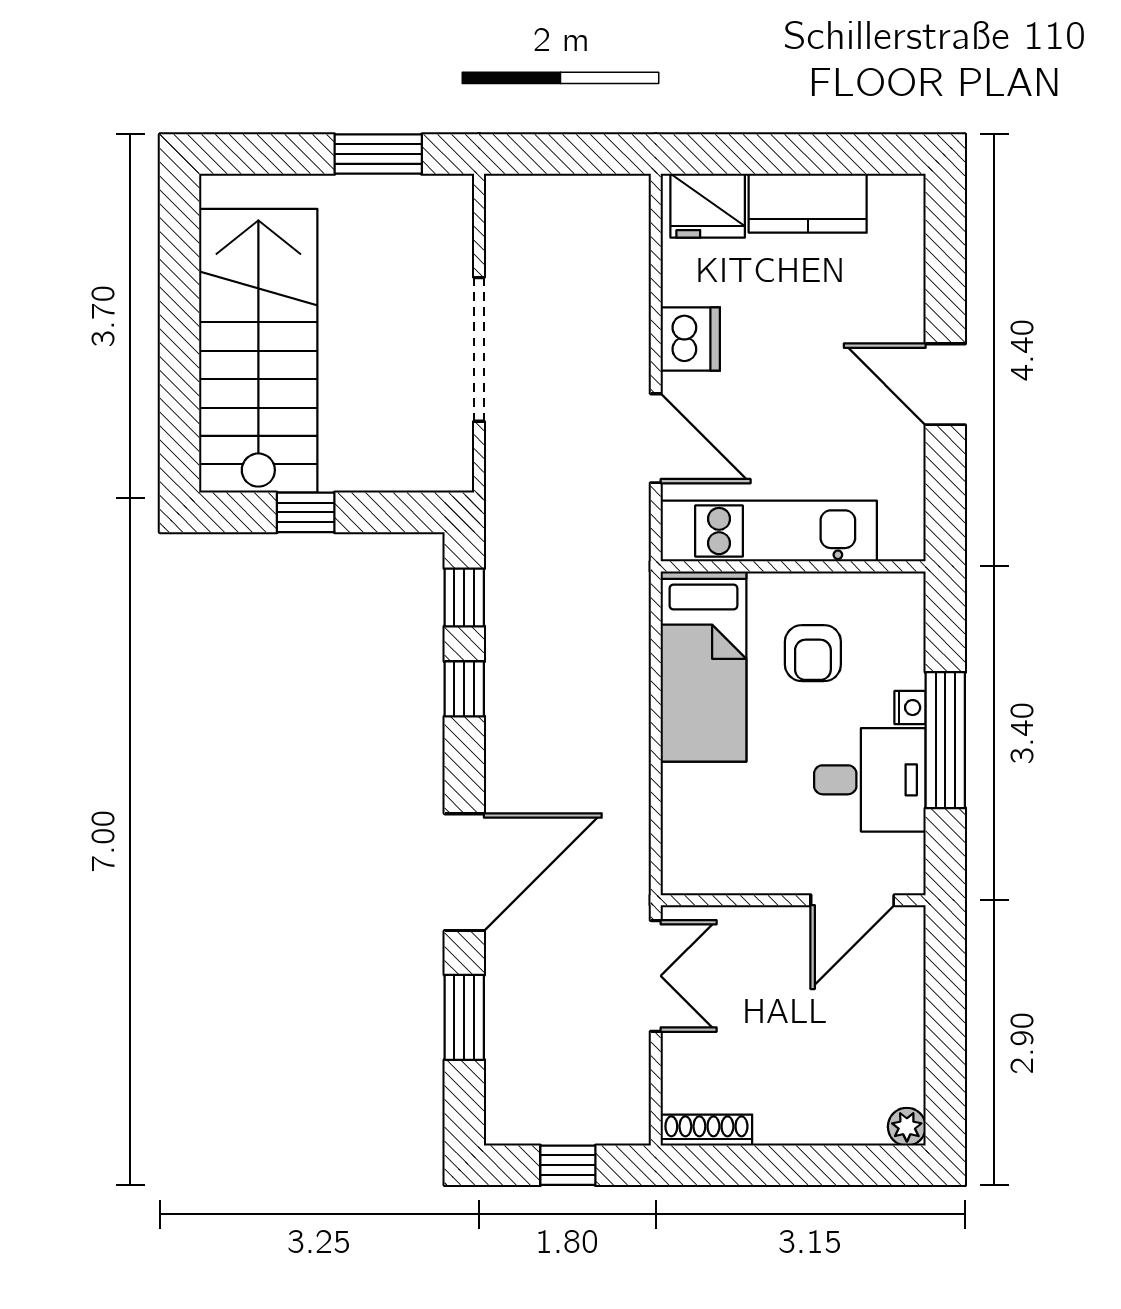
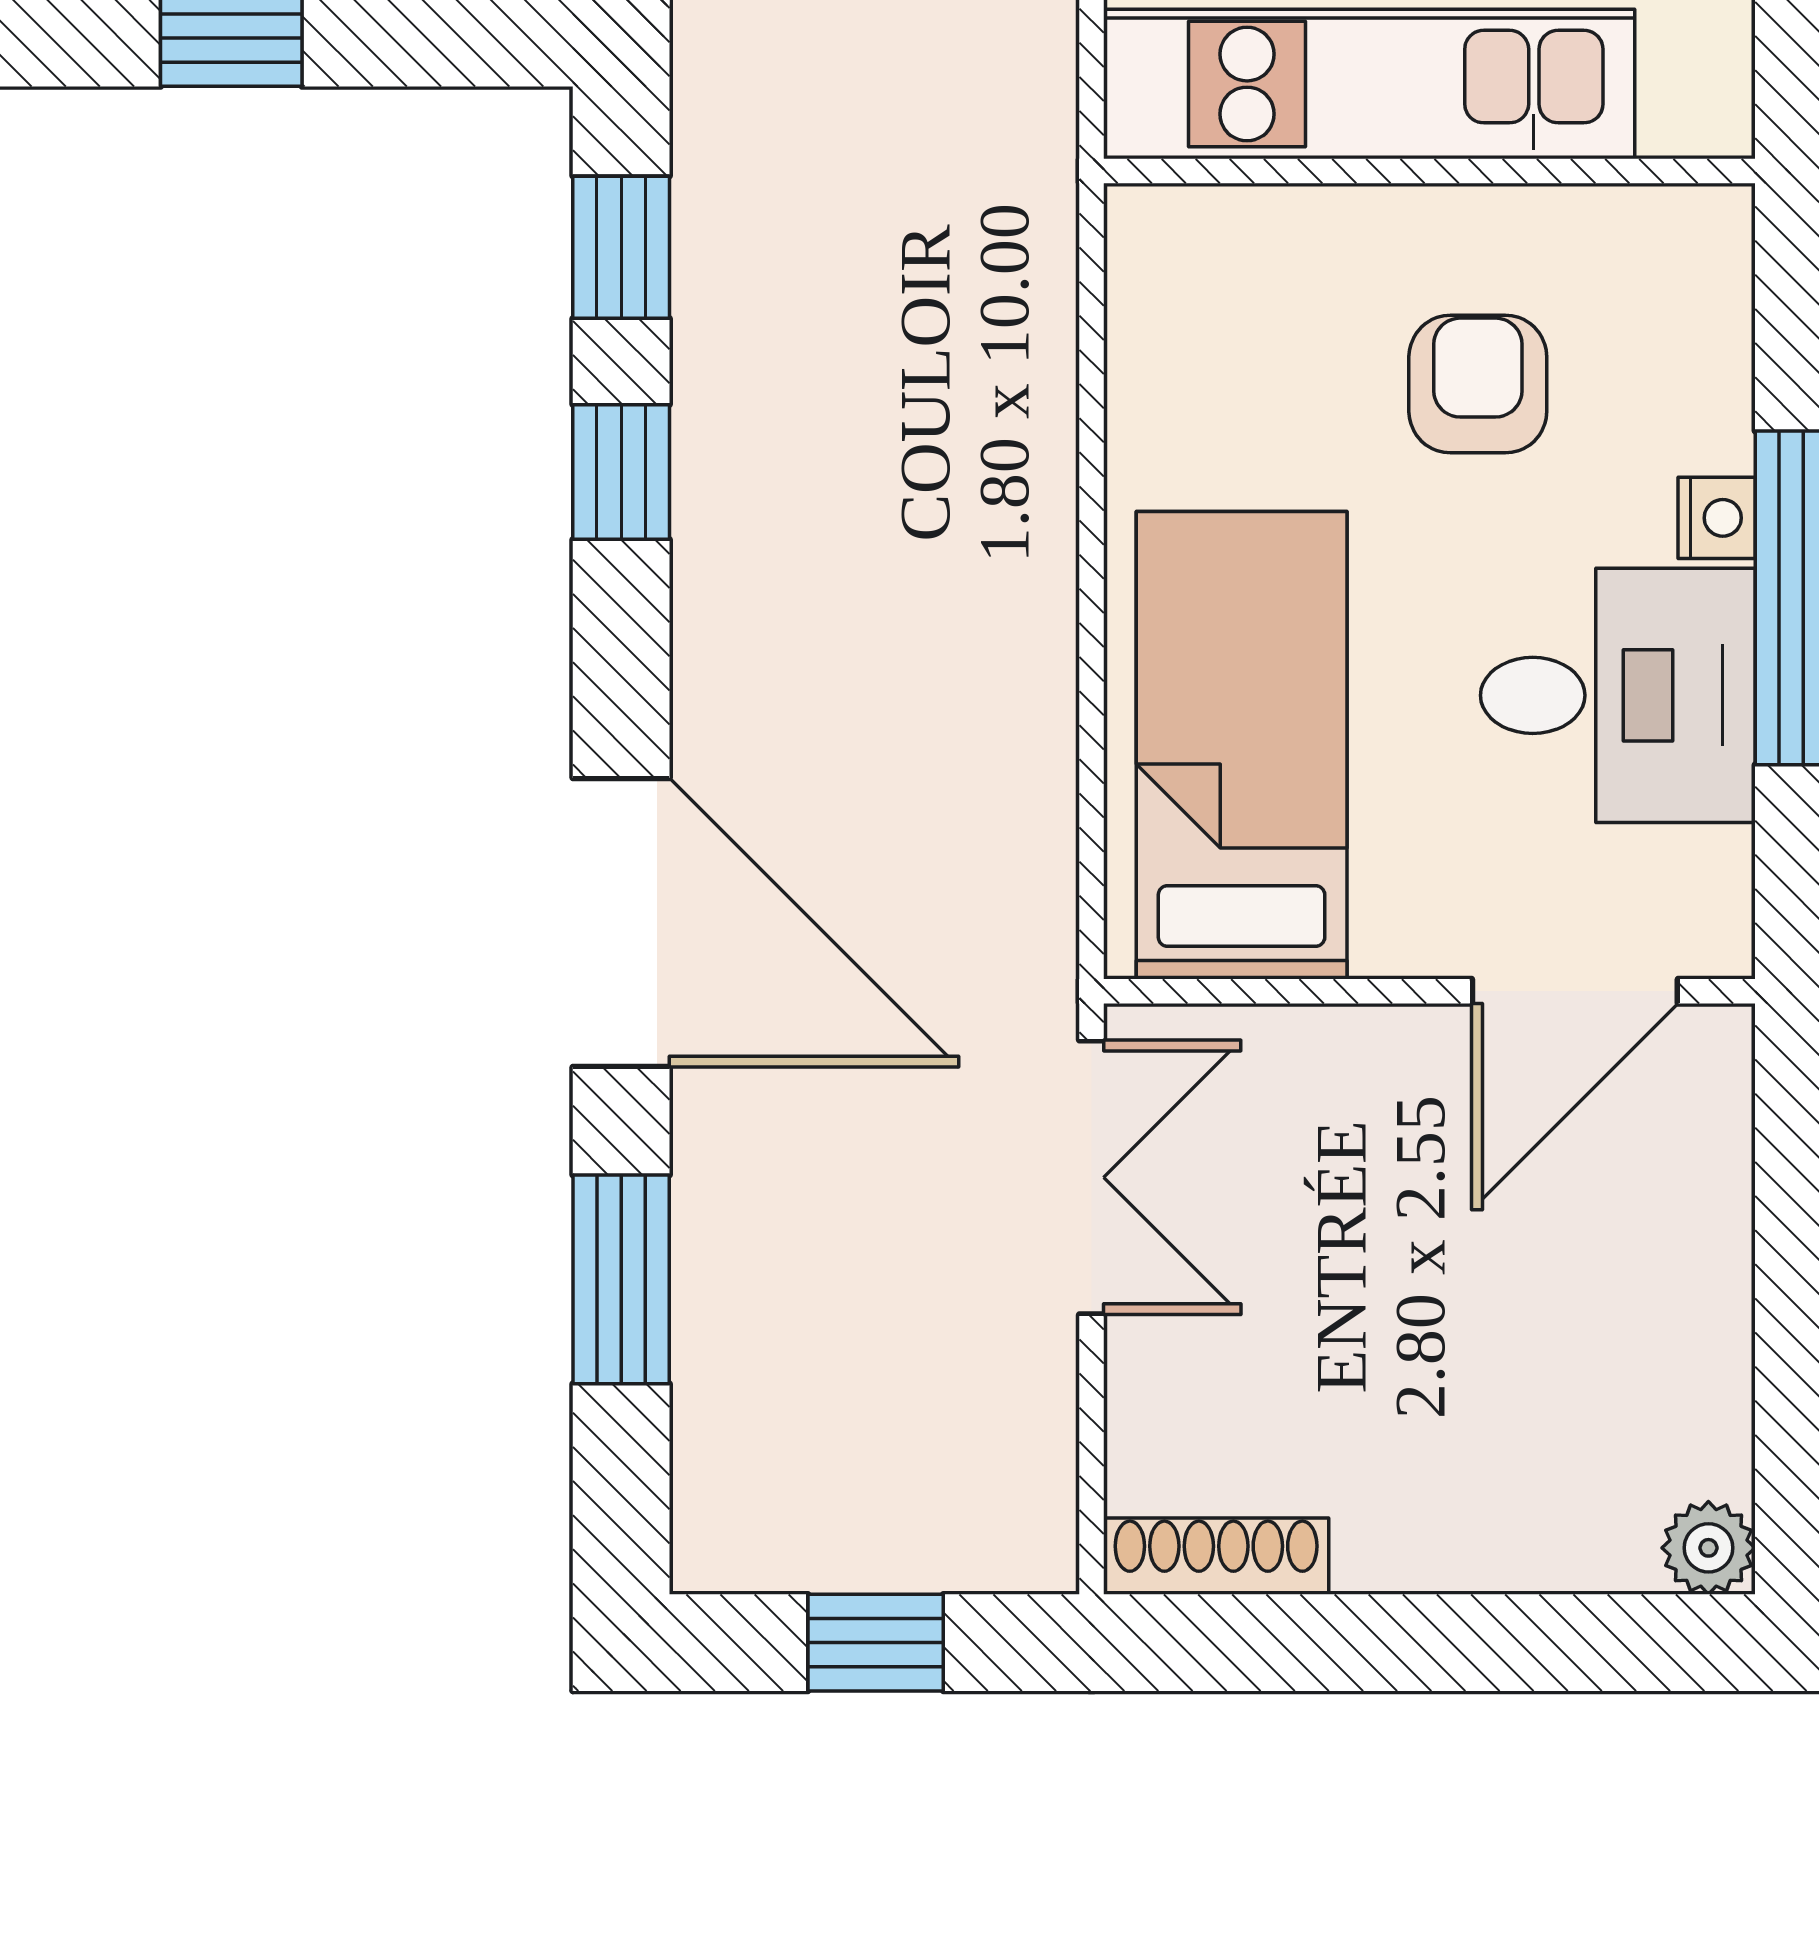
armchair: (813, 653) -> (1478, 384), turned 180
bed: (703, 666) -> (1242, 745), moved, turned 180
door: (464, 872) -> (621, 922), hinge flipped

